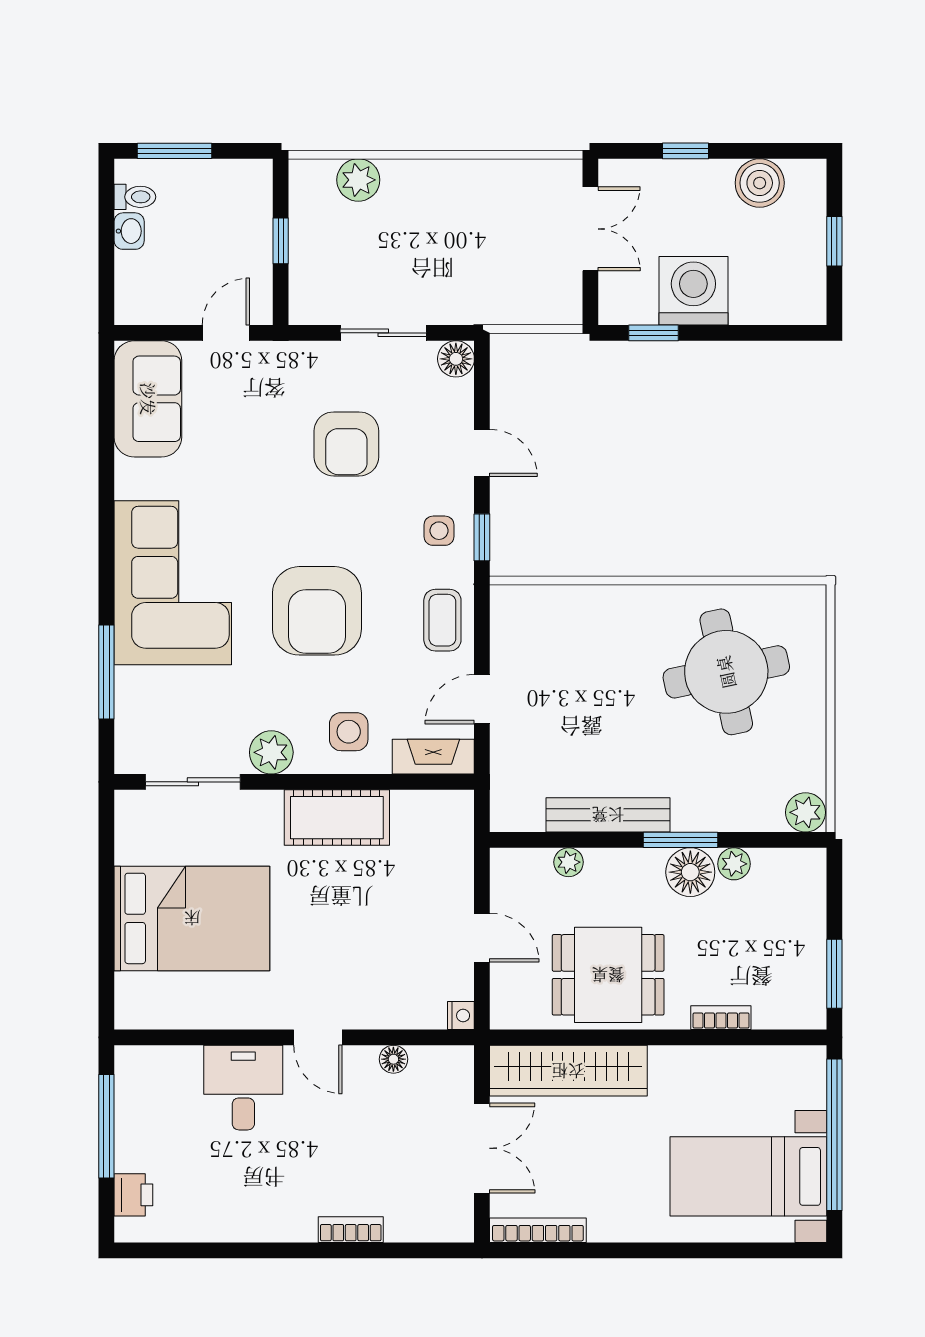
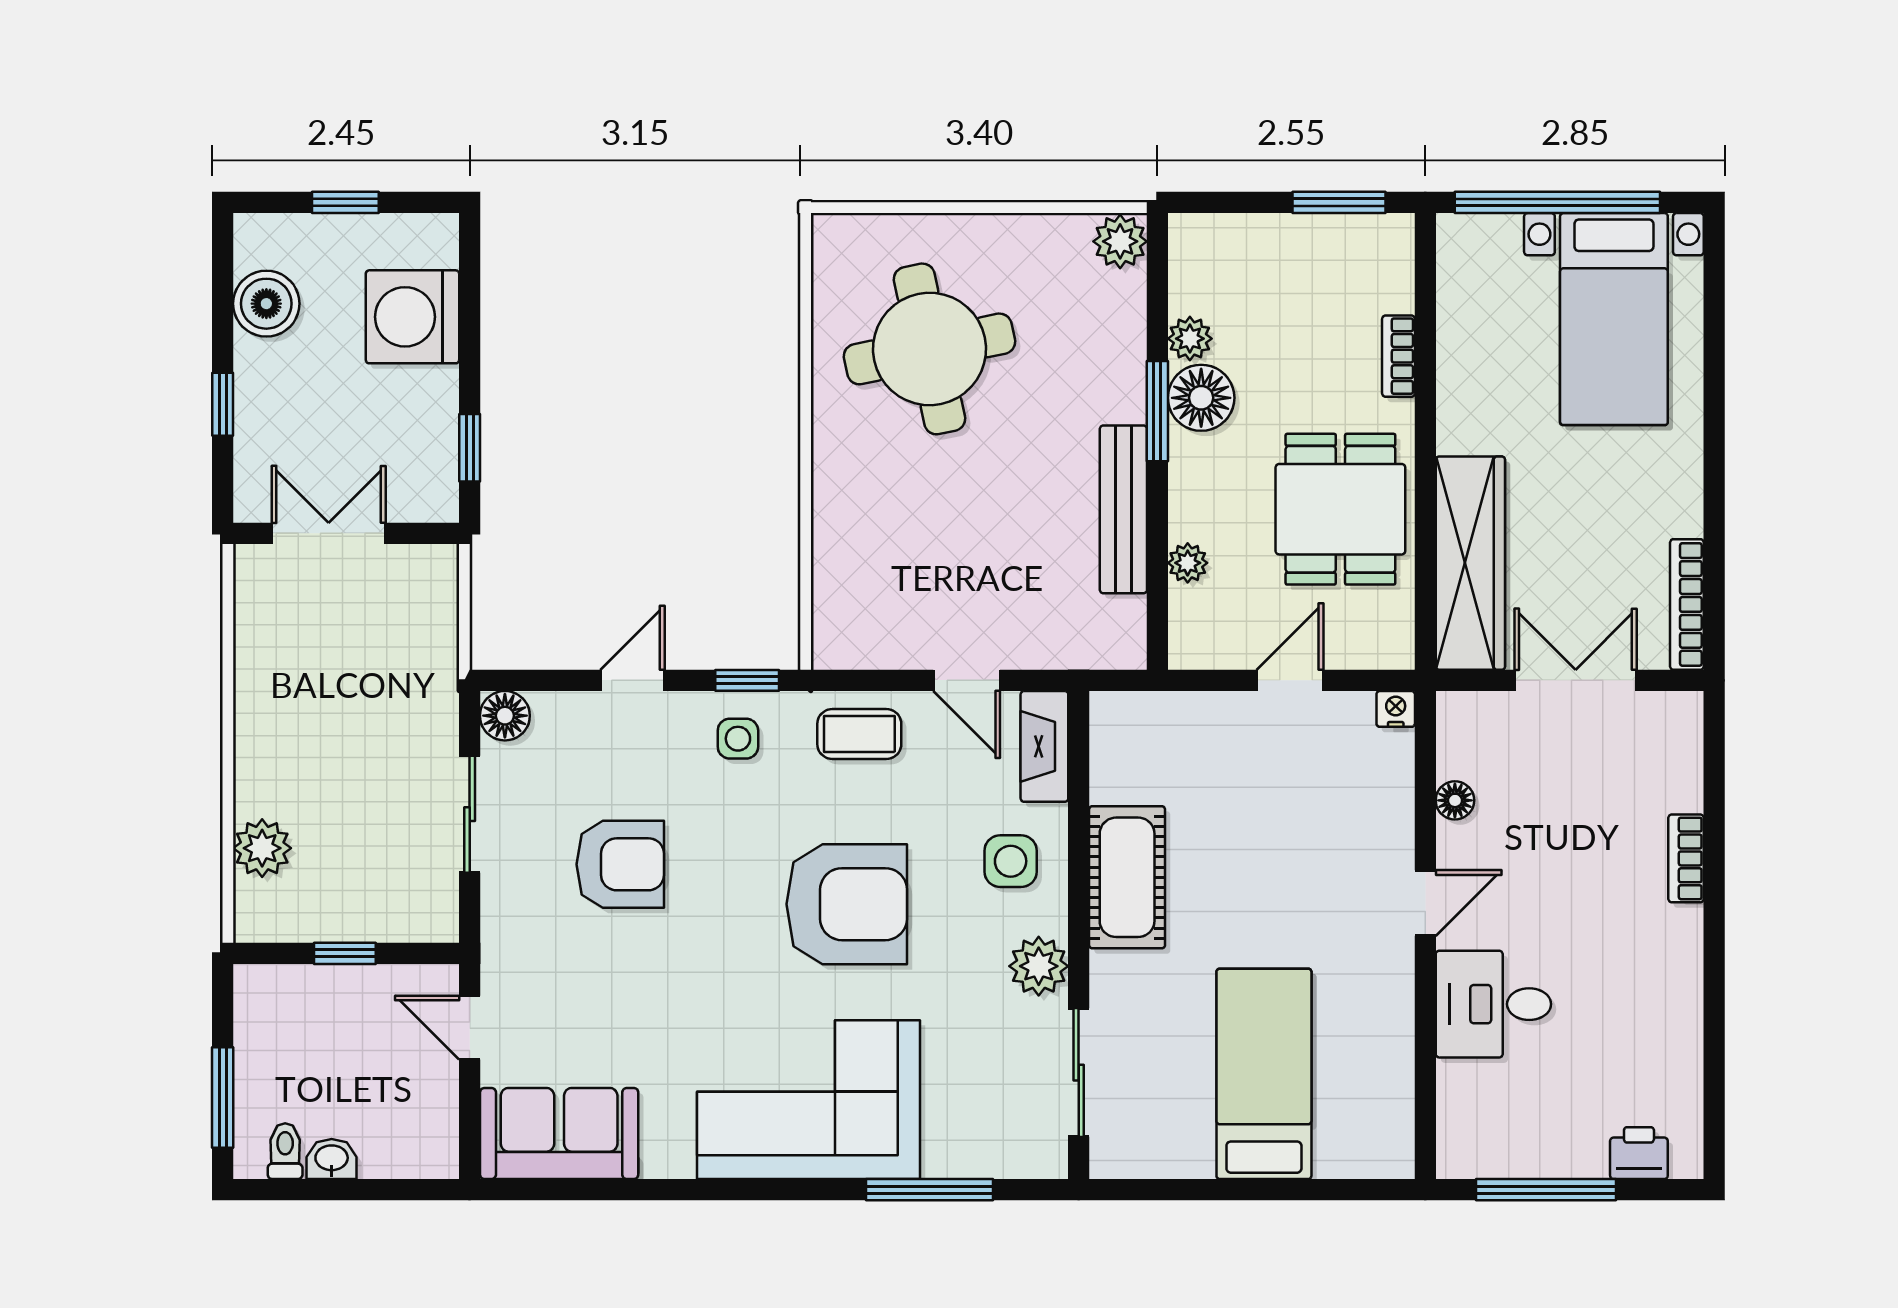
washing machine: (693, 291) -> (412, 317), moved
bed: (192, 918) -> (1264, 1074), width x0.67

